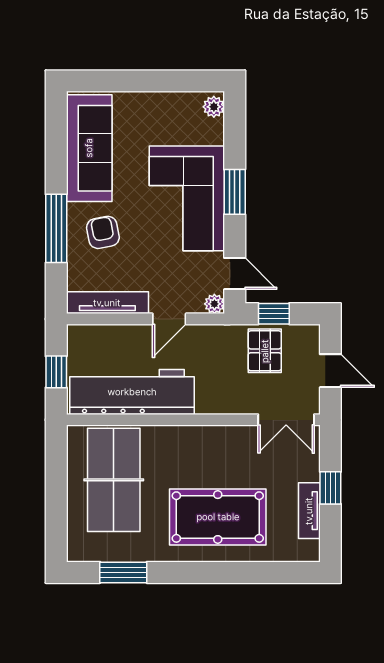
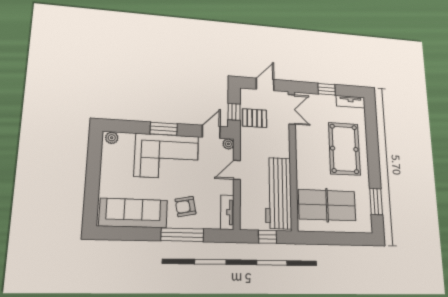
tv unit: (107, 303) -> (227, 212), width x0.71
door: (169, 319) -> (237, 170), swing flipped
tv unit: (309, 511) -> (351, 102), moved

